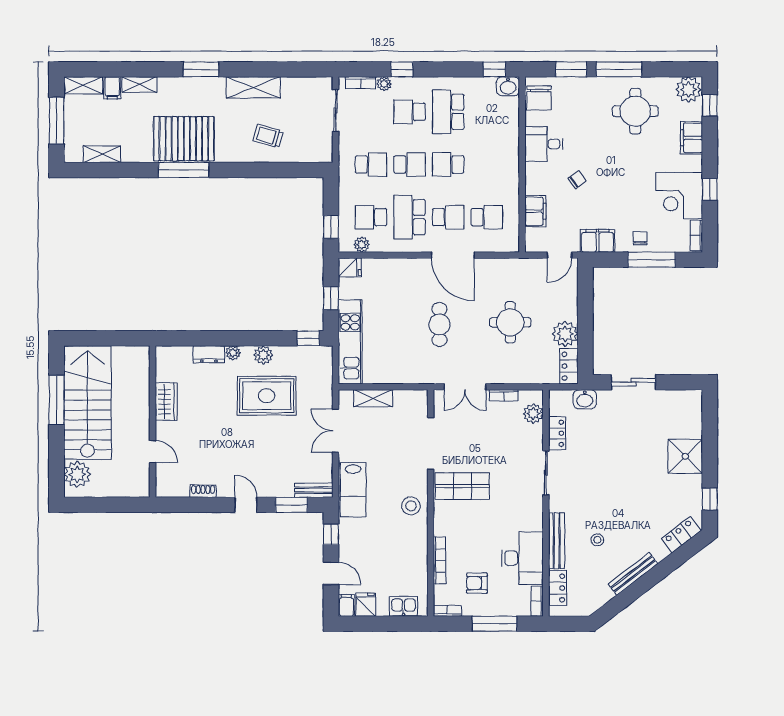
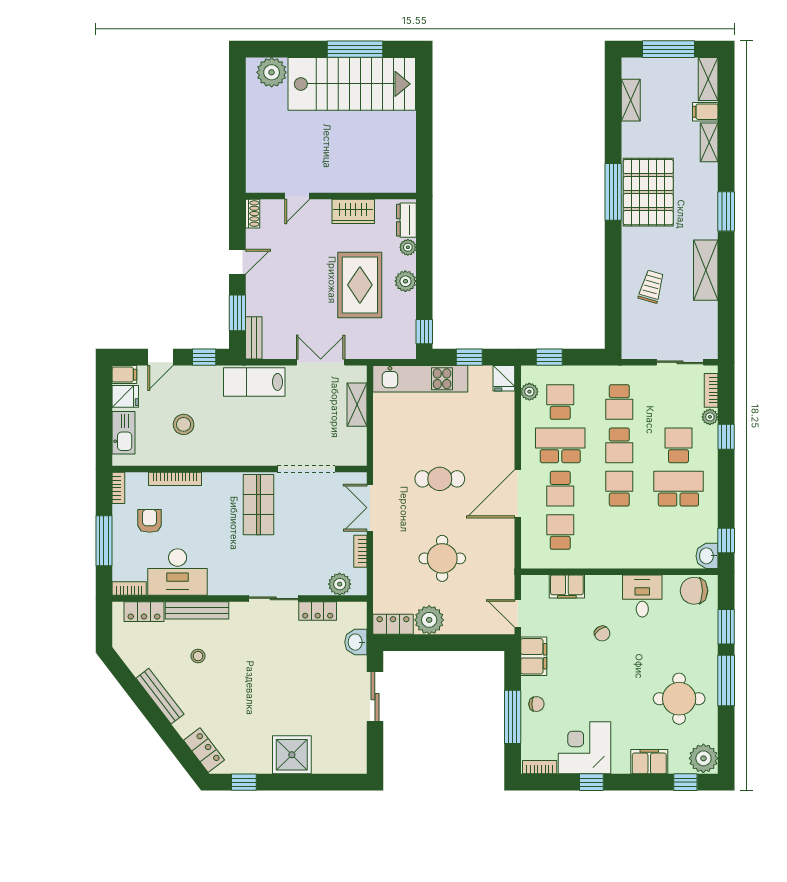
school desk: (487, 217) -> (560, 532), turned 180
wardrobe: (166, 402) -> (353, 211), moved
wall: (153, 422) -> (331, 196), moved
door: (153, 452) -> (297, 196), moved
stool: (411, 506) -> (184, 424), moved
kitchen sink: (403, 606) -> (123, 433), width x1.38

